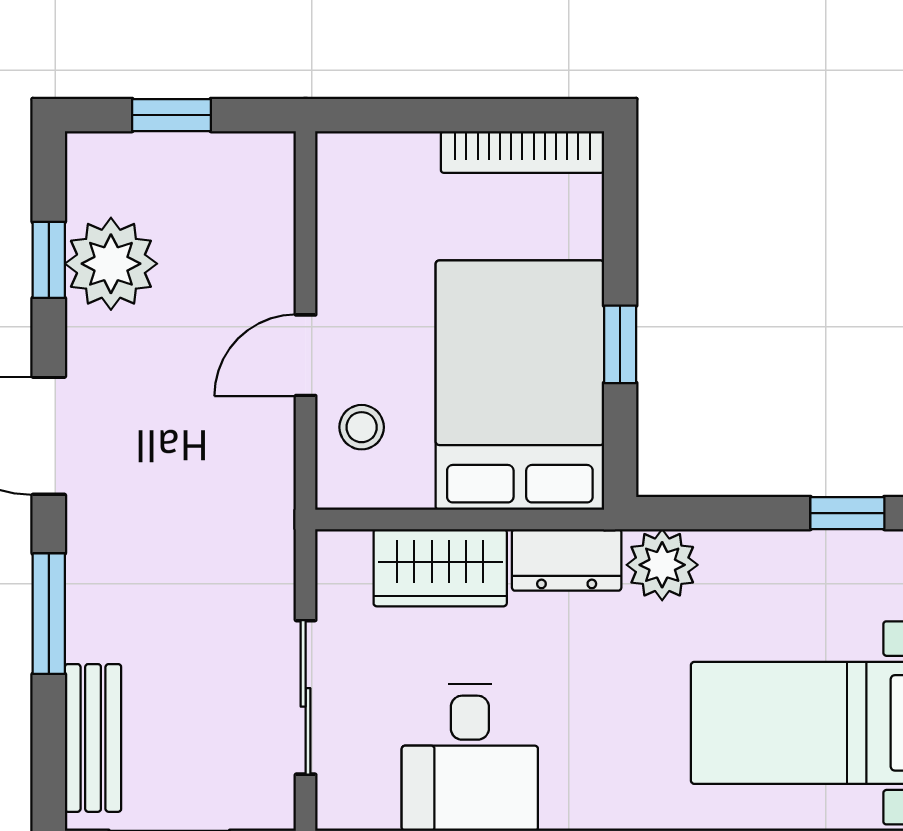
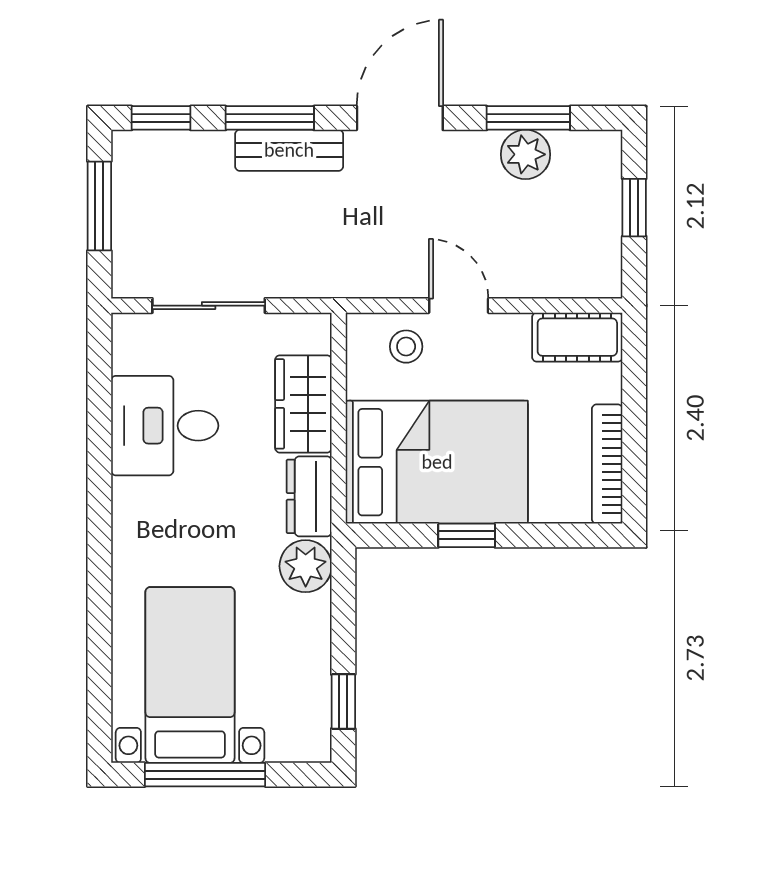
cot: (349, 193) -> (577, 337), added
window: (49, 260) -> (528, 118), width x1.50
plant: (111, 264) -> (525, 154), width x0.73, depth x0.73
bench: (93, 738) -> (289, 150), moved
window: (49, 762) -> (161, 118), added

